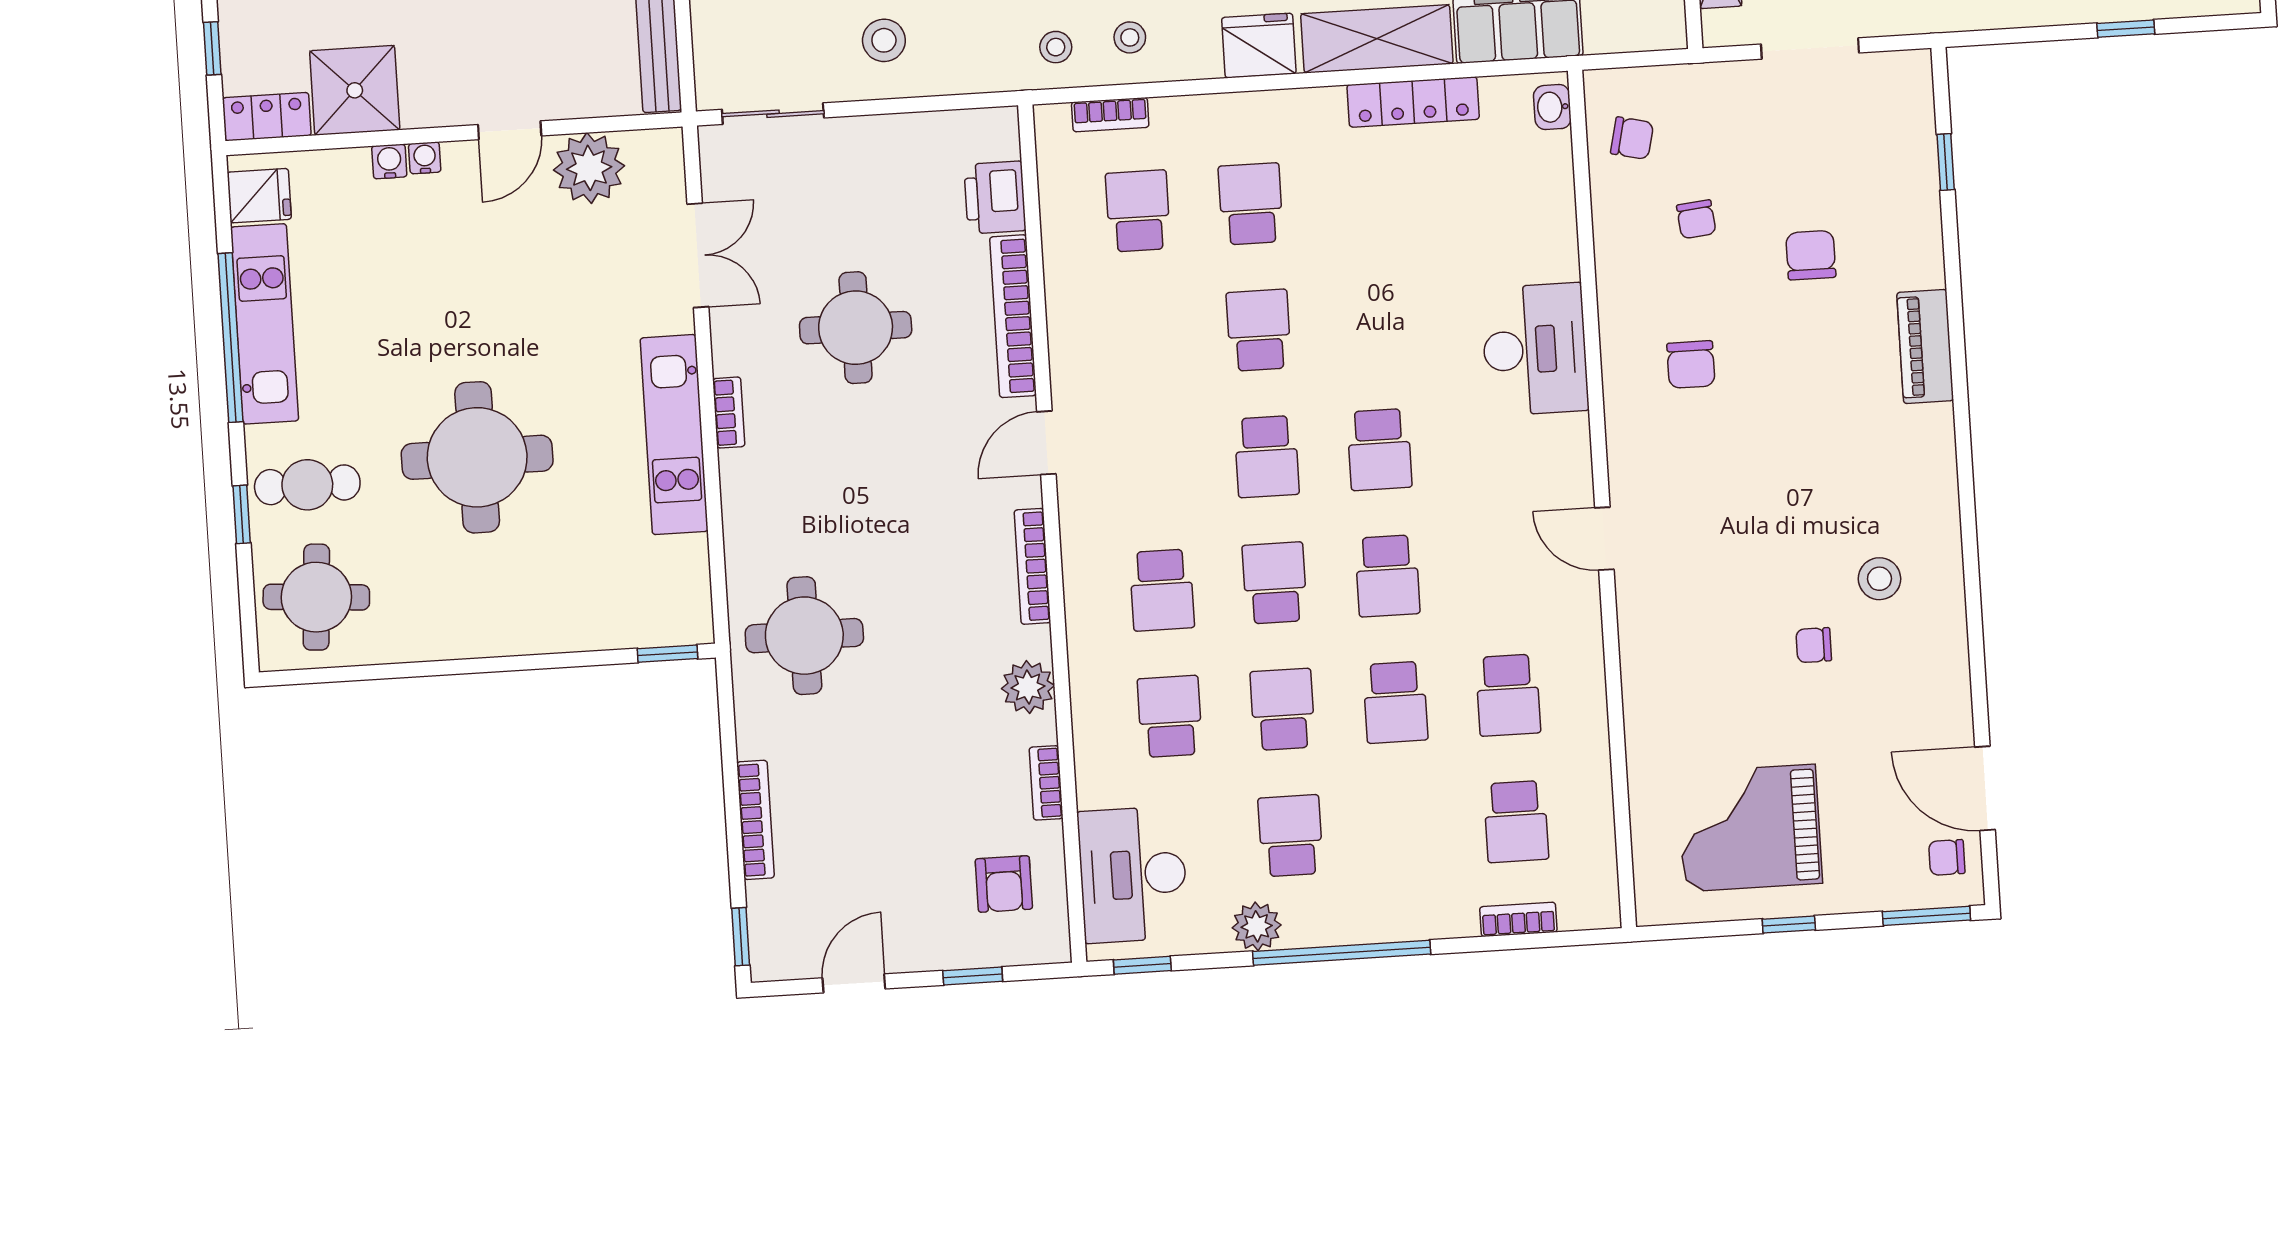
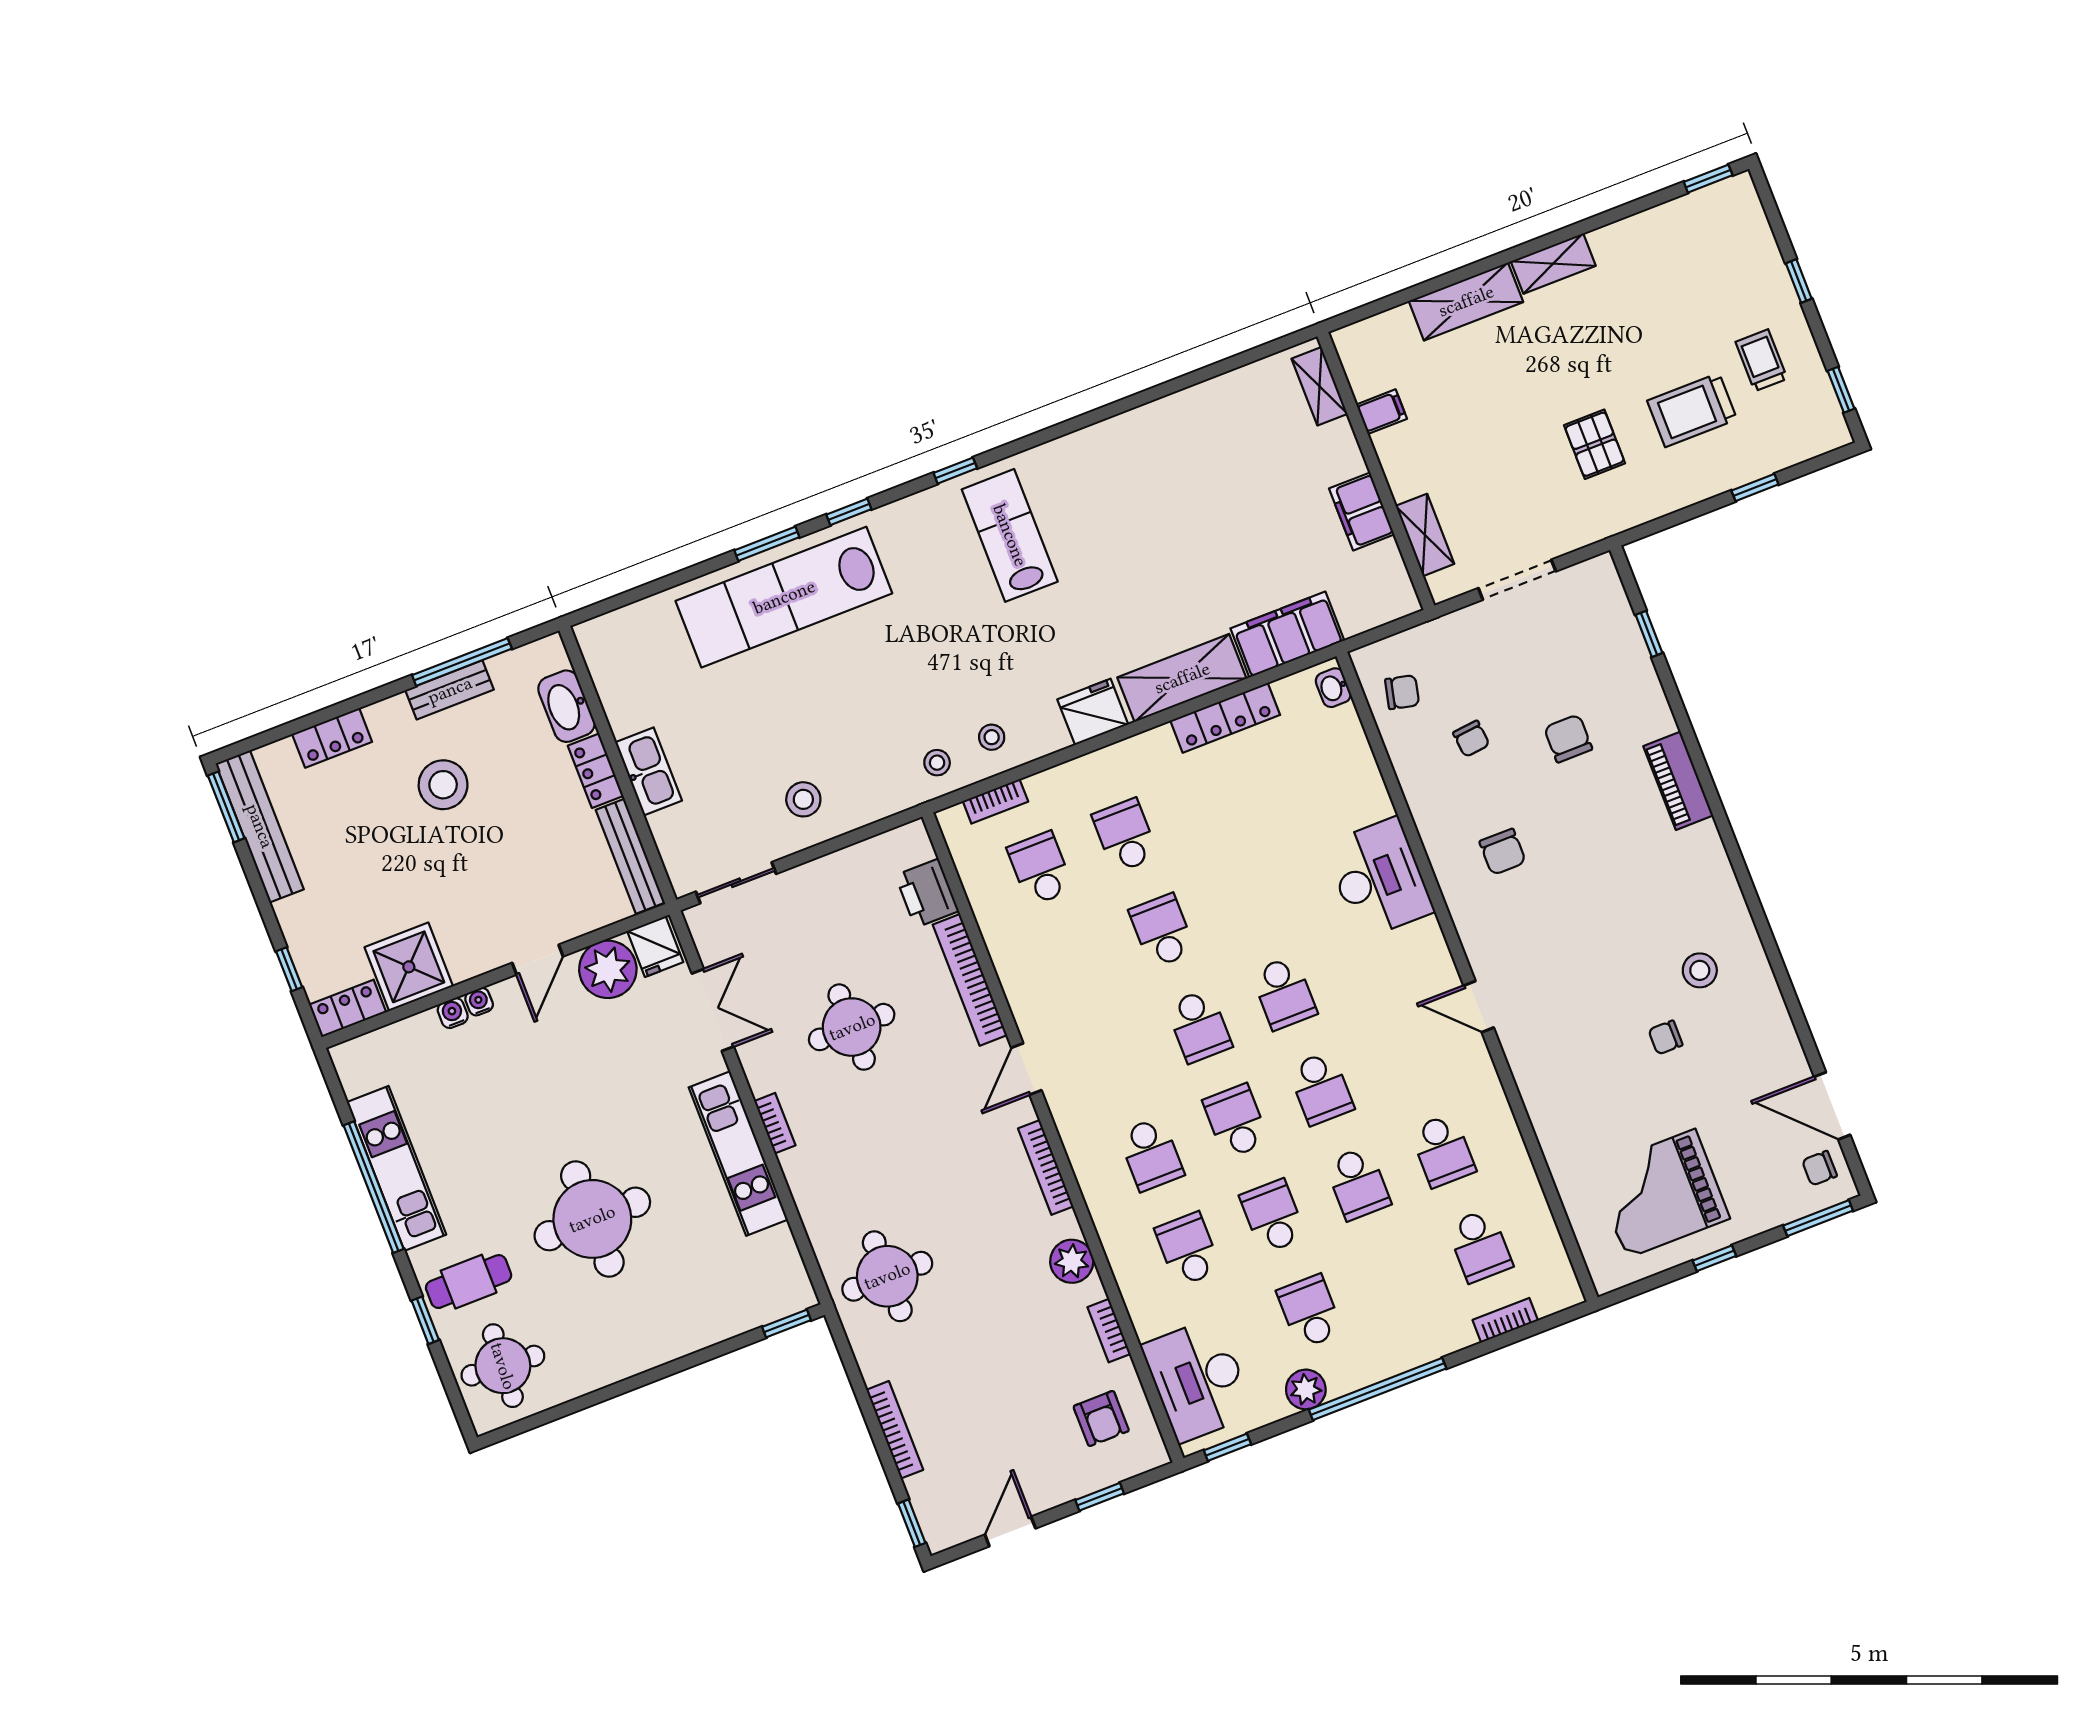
fridge: (259, 196) -> (655, 947), moved, turned 90

